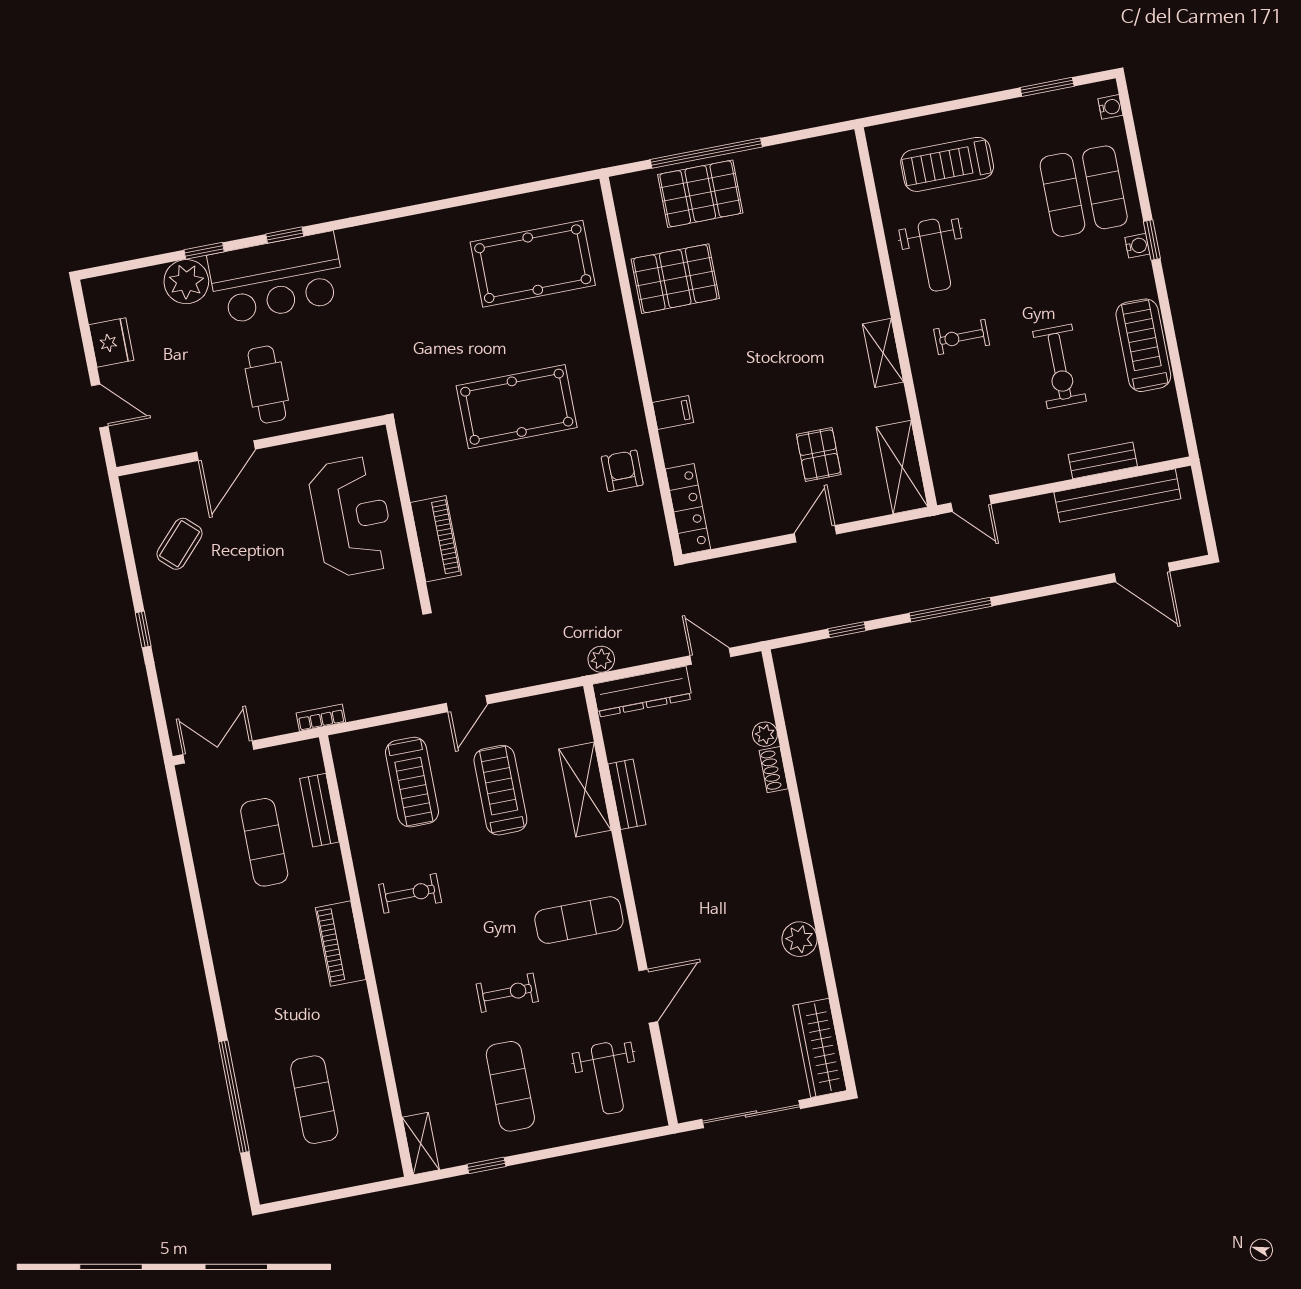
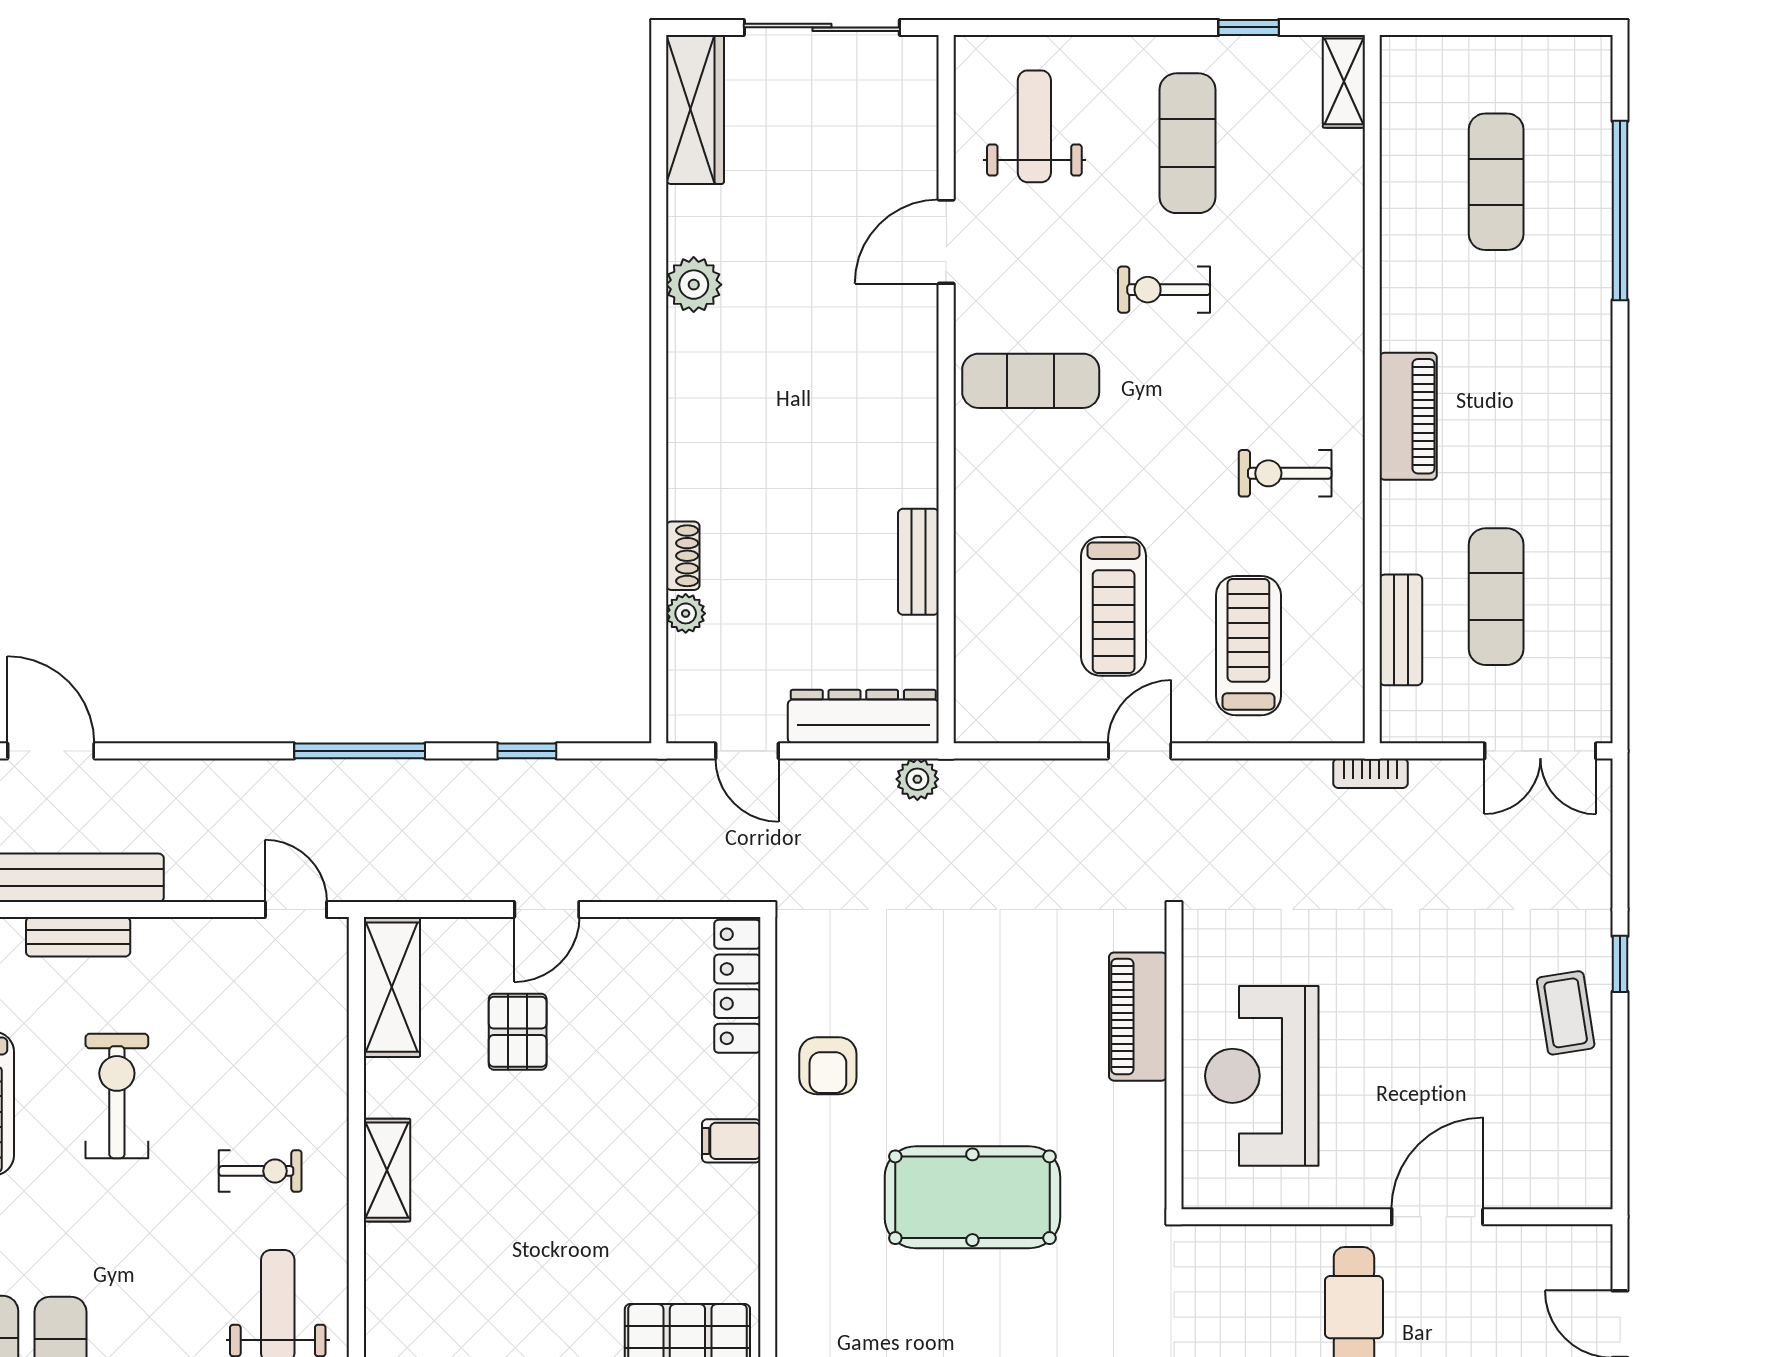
coffee table: (180, 544) -> (1566, 1013), moved, turned -52
shelving: (585, 790) -> (982, 582), removed

